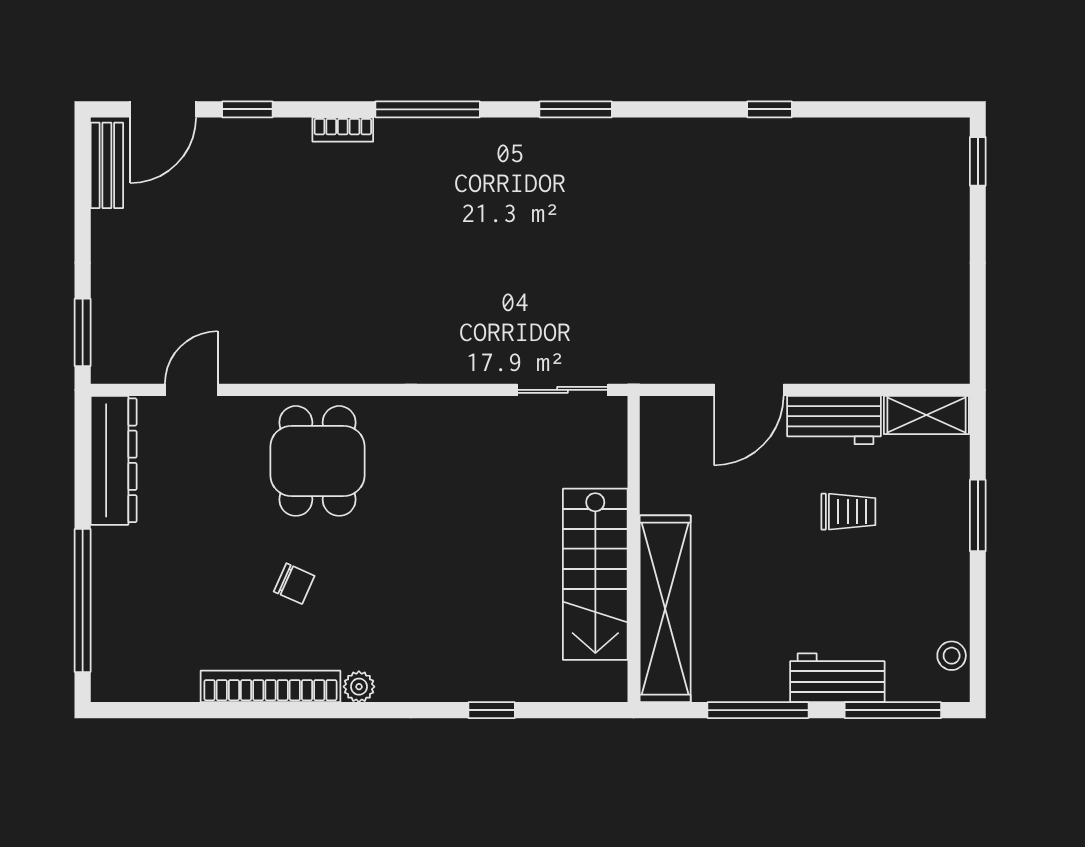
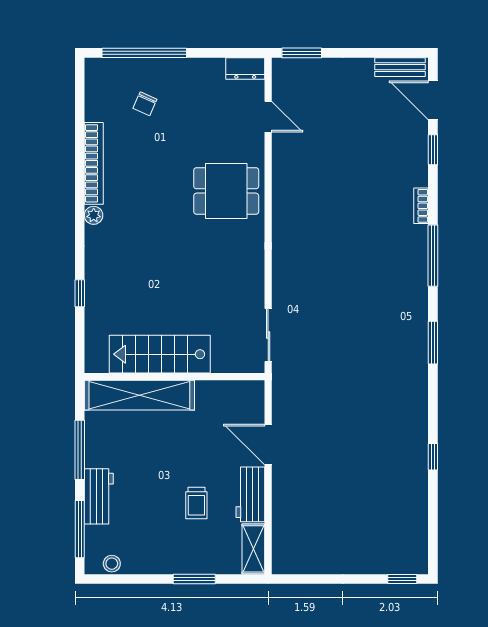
dresser: (114, 460) -> (245, 68), width x0.51, depth x0.80
chair: (294, 584) -> (145, 104), moved

